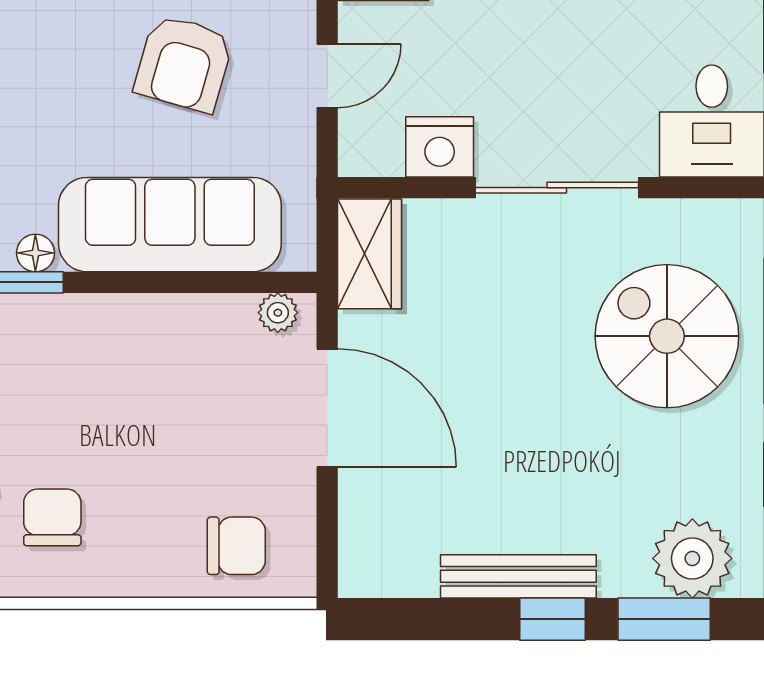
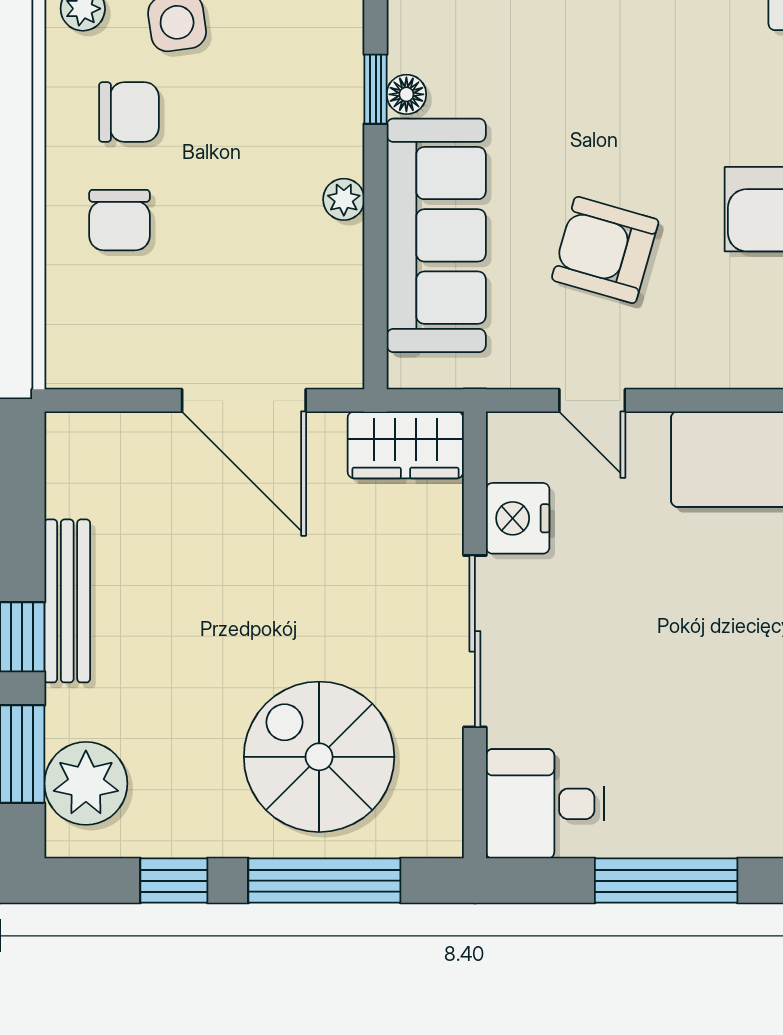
plant: (278, 313) -> (344, 199), moved
spiral stairs: (667, 336) -> (319, 757), turned -90
door: (327, 408) -> (244, 400), hinge flipped
chair: (236, 546) -> (119, 220), moved

